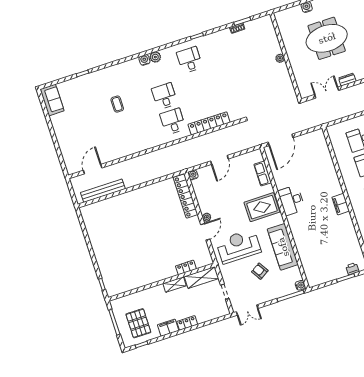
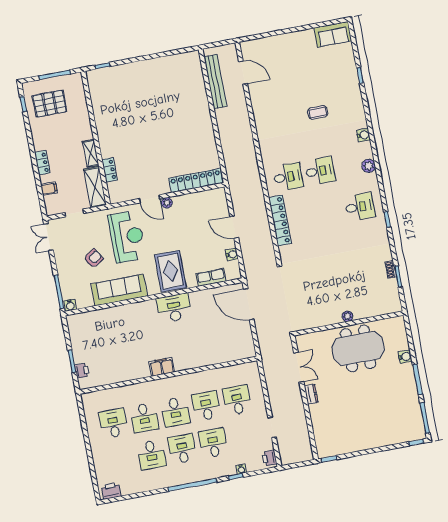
meeting table: (327, 38) -> (358, 348), moved, turned 90
water cooler: (144, 60) -> (363, 135), moved
water cooler: (193, 175) -> (232, 254), moved
filing cabinet: (168, 328) -> (49, 189), moved, width x0.50

